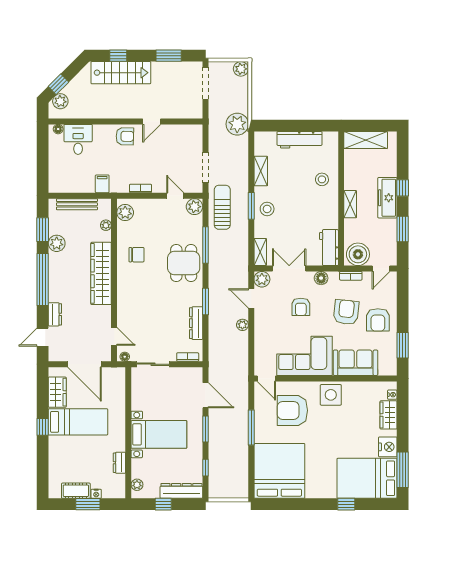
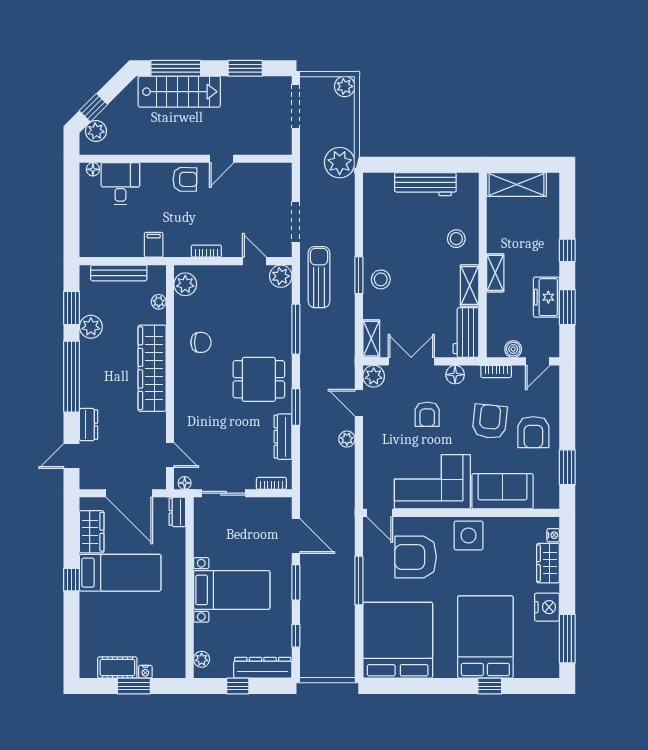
window: (118, 56) -> (176, 68), width x2.17
shelving: (261, 171) -> (470, 286), moved
freezer: (387, 198) -> (546, 297), moved, width x0.71
boiler: (358, 254) -> (513, 349), width x0.54, depth x0.54
dining table: (184, 263) -> (259, 379), moved, turned 90
dresser: (119, 463) -> (177, 512), moved
bed: (367, 478) -> (485, 637), moved, turned 90

